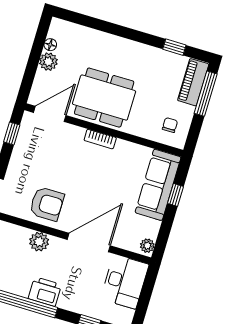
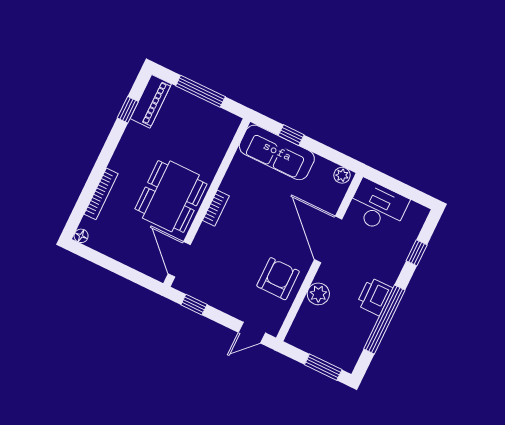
bookcase: (96, 36) -> (101, 194), added
floor lamp: (50, 45) -> (81, 236), moved
plant: (48, 62) -> (121, 251), removed
piano: (193, 82) -> (151, 101), moved, turned -90
window: (206, 94) -> (200, 91), moved
chair: (170, 125) -> (213, 129), removed

